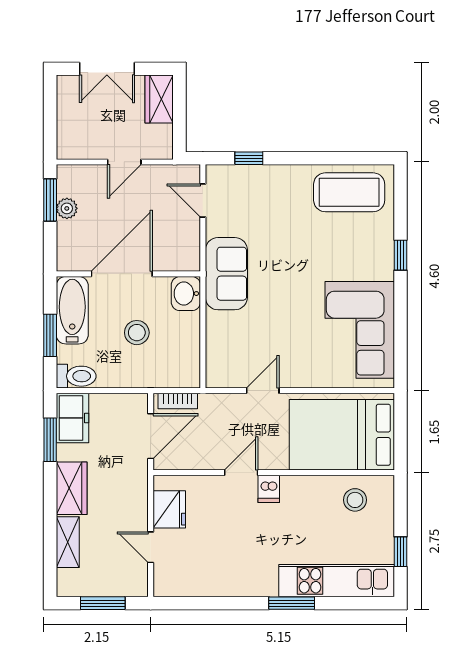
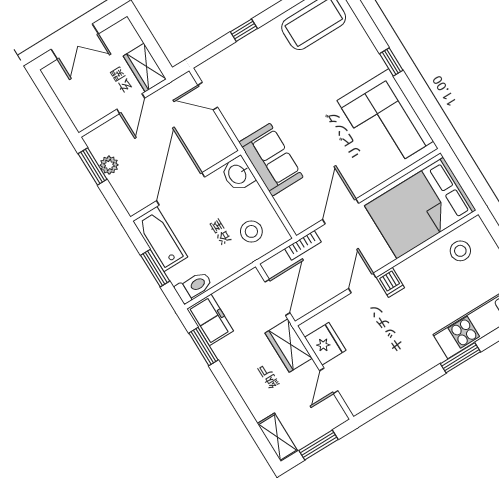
wardrobe: (159, 99) -> (145, 68), moved
window: (249, 158) -> (244, 30), moved
window: (401, 255) -> (391, 62), moved
sofa: (226, 274) -> (271, 160), moved
stool: (137, 333) -> (251, 231), moved
door: (263, 391) -> (341, 211), width x1.38
bookcase: (178, 401) -> (303, 245), moved
wardrobe: (72, 488) -> (289, 346), moved, turned 180
shelving: (68, 542) -> (278, 437), moved
door: (151, 547) -> (329, 381), hinge flipped

